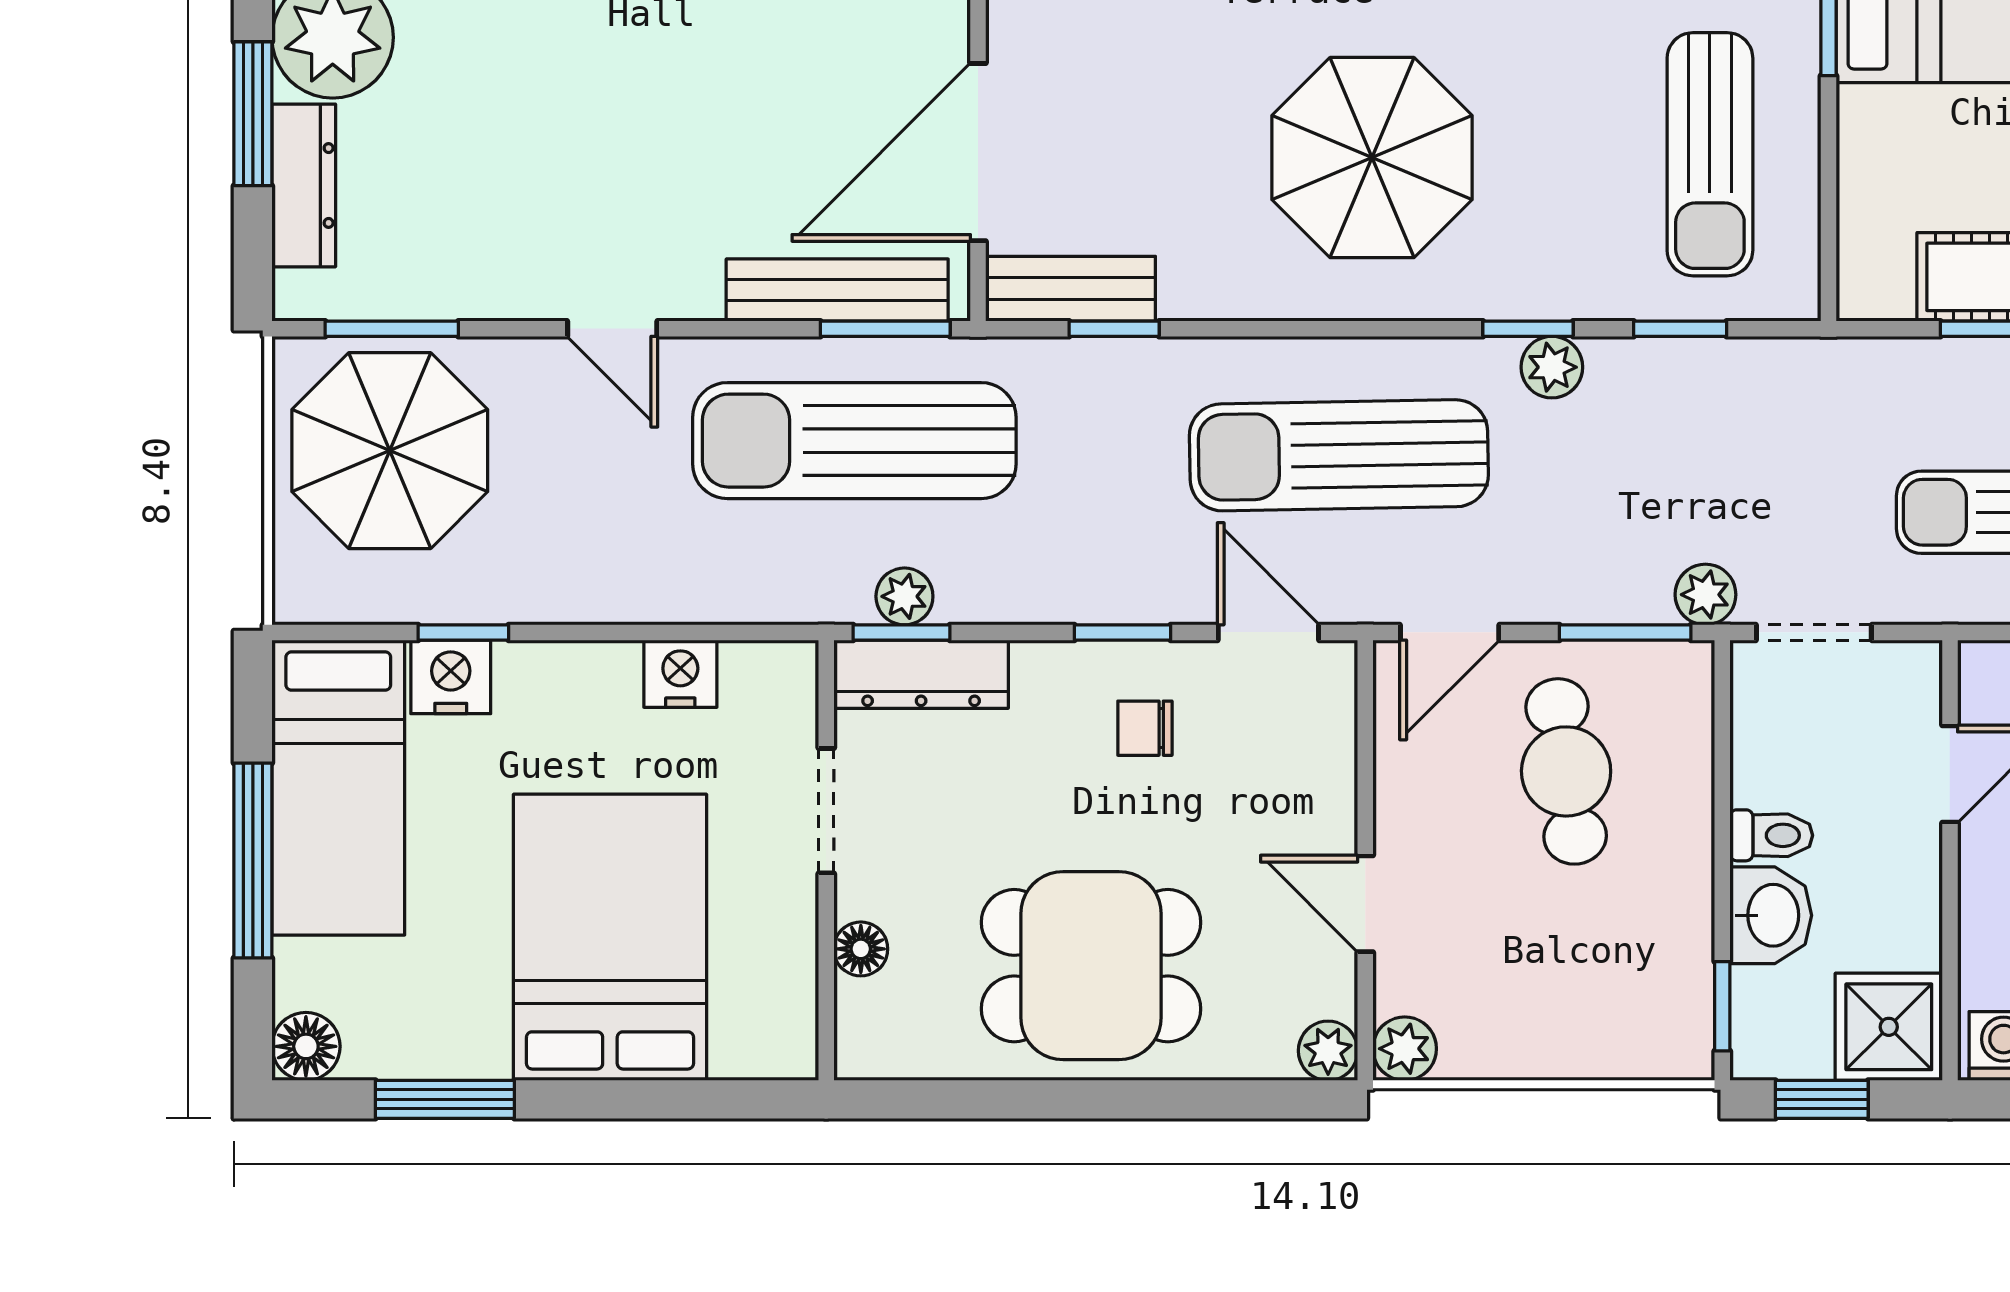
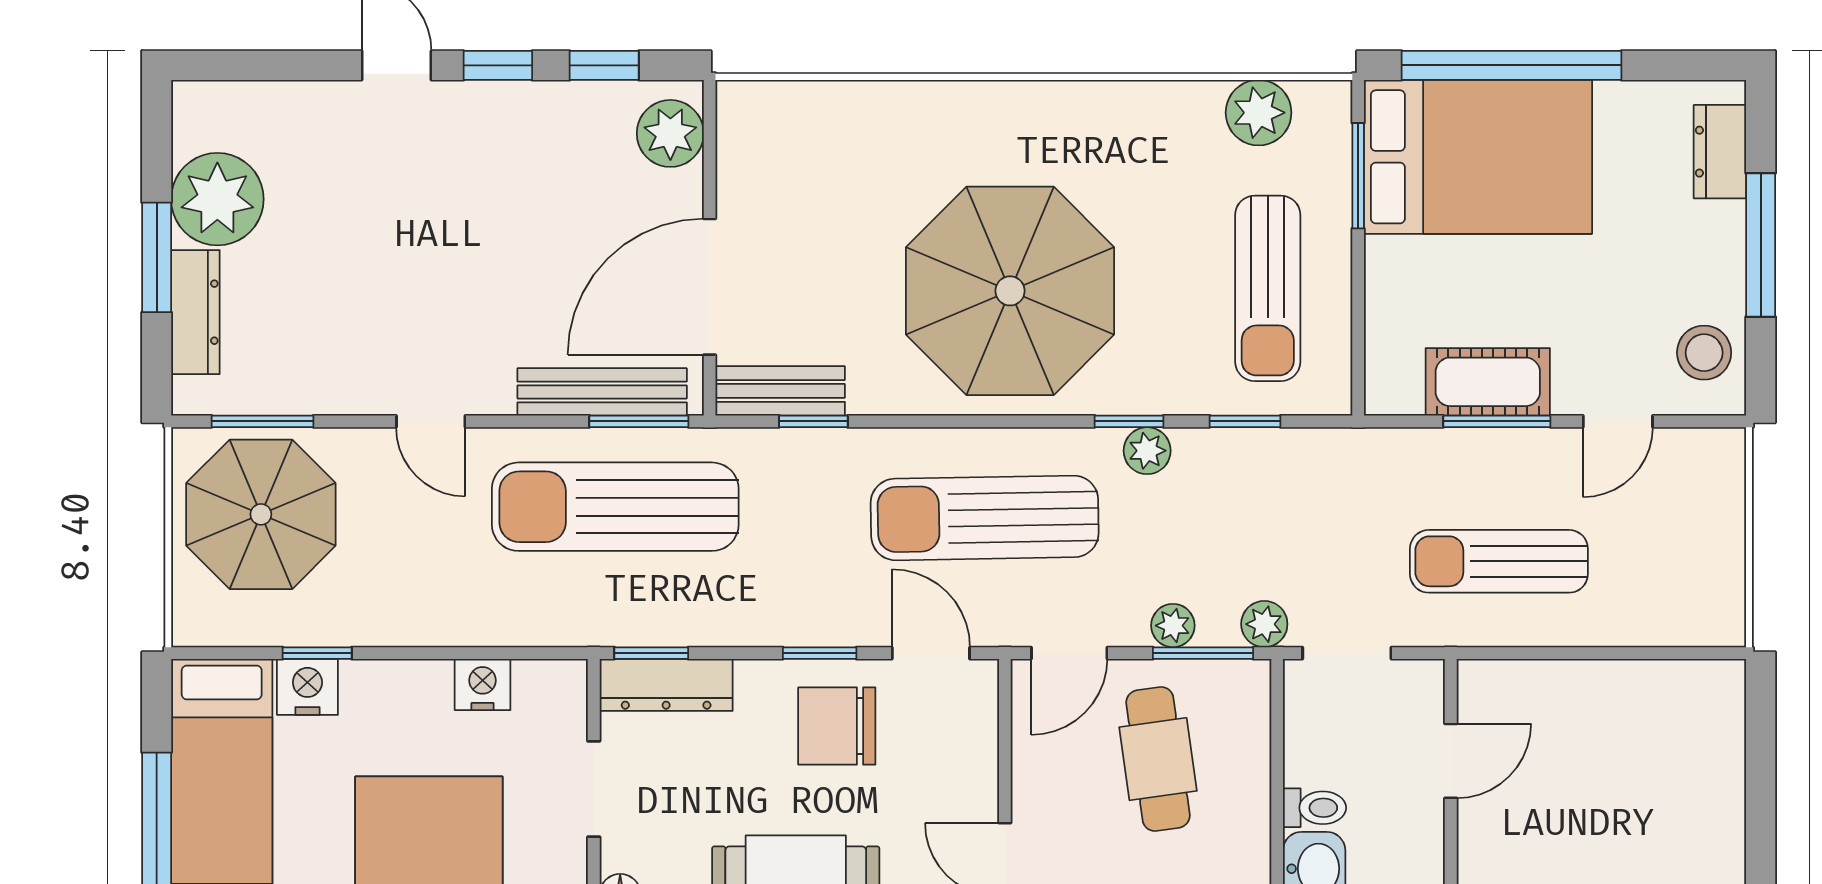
parasol: (1372, 158) -> (1010, 291), width x1.36, depth x1.36
plant: (904, 596) -> (1173, 626), moved
chair: (1145, 728) -> (837, 726), width x1.87, depth x1.87

